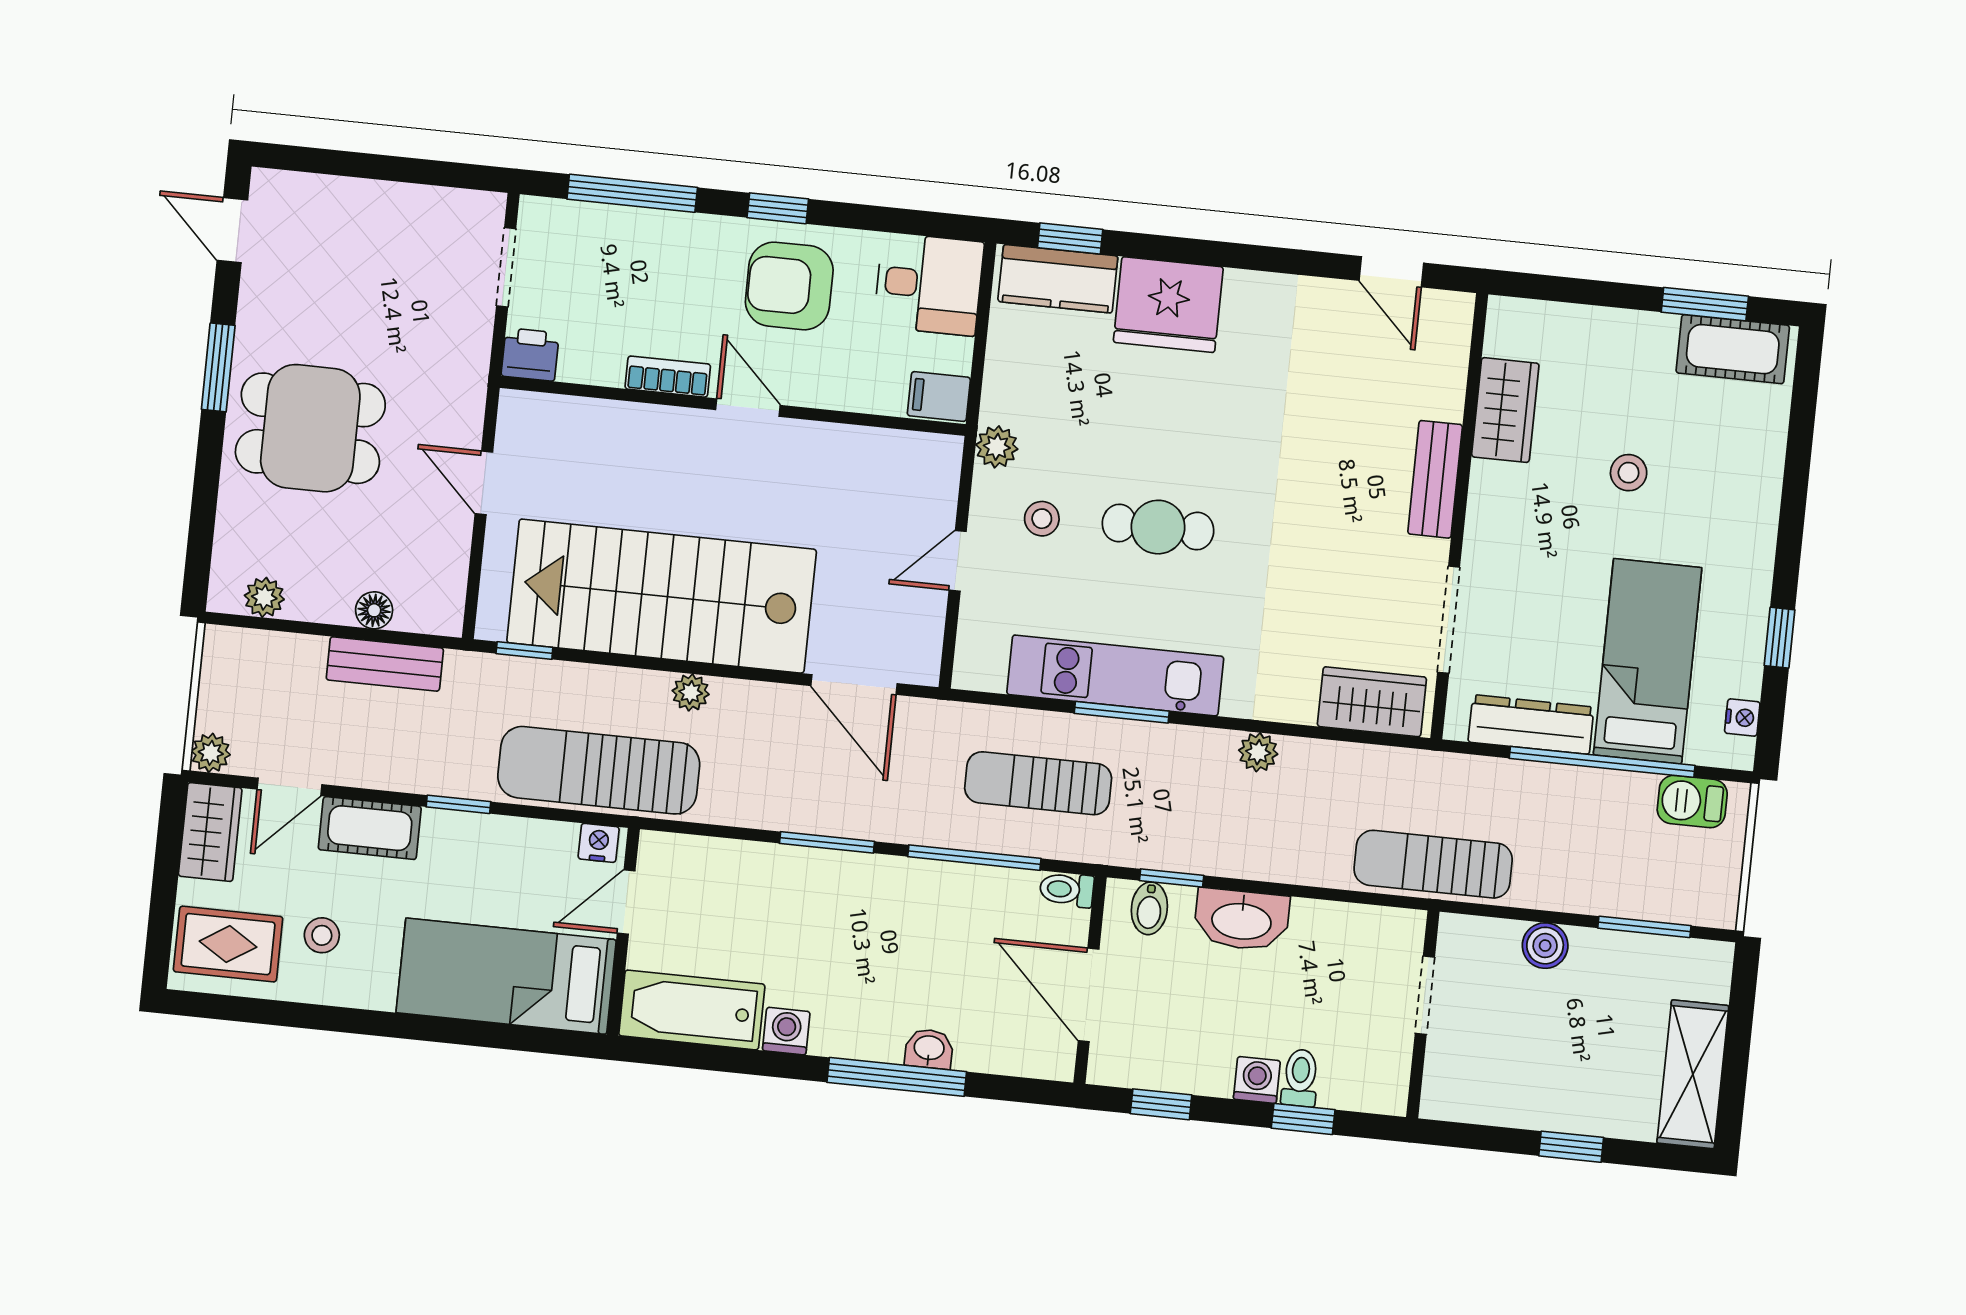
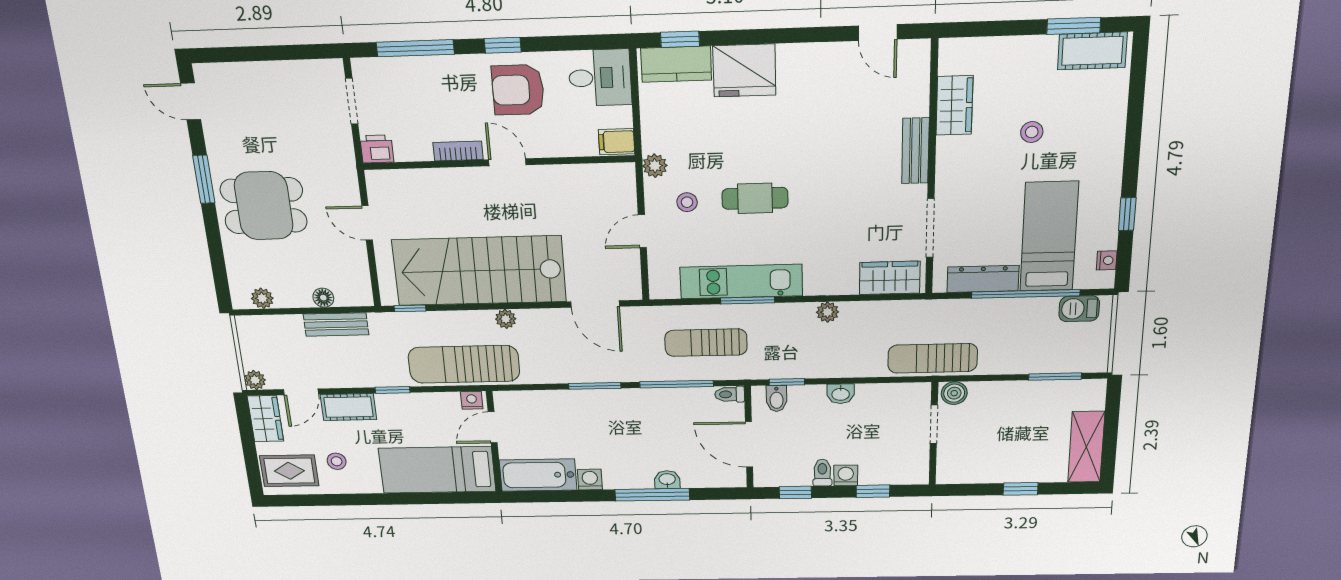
washbasin: (1242, 920) -> (841, 394), width x0.52, depth x0.69
boiler: (1545, 946) -> (954, 393), moved
toilet: (1300, 1078) -> (822, 473), moved

